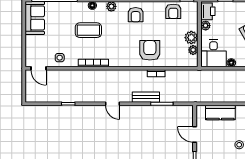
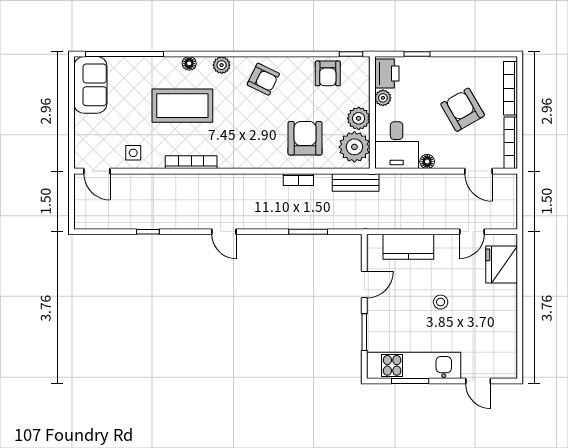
armchair: (136, 15) -> (263, 79), turned -64
coffee table: (88, 30) -> (182, 106), width x1.36, depth x1.32
armchair: (150, 50) -> (305, 138), moved
plant: (193, 50) -> (354, 147), width x1.88, depth x1.88
bench: (146, 97) -> (356, 182), moved
door: (195, 135) -> (364, 285), swing flipped

